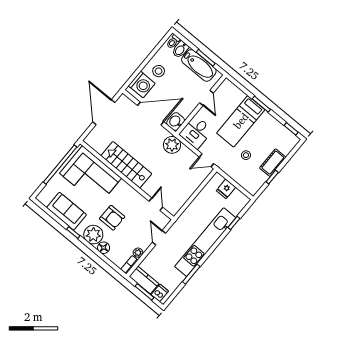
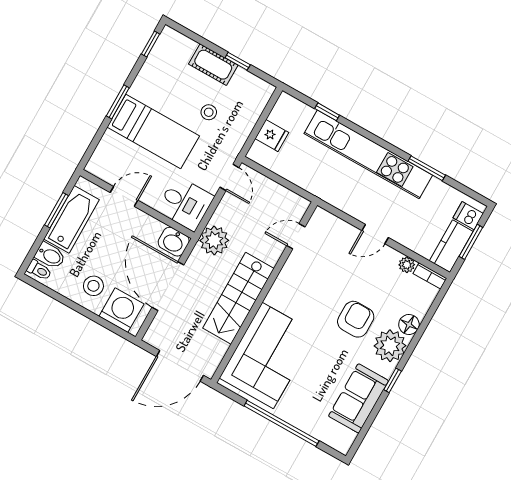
stairs: (126, 165) -> (238, 298), moved
corner sofa: (90, 176) -> (268, 356), moved
wall: (127, 180) -> (264, 292), moved
door: (156, 204) -> (296, 236), moved

